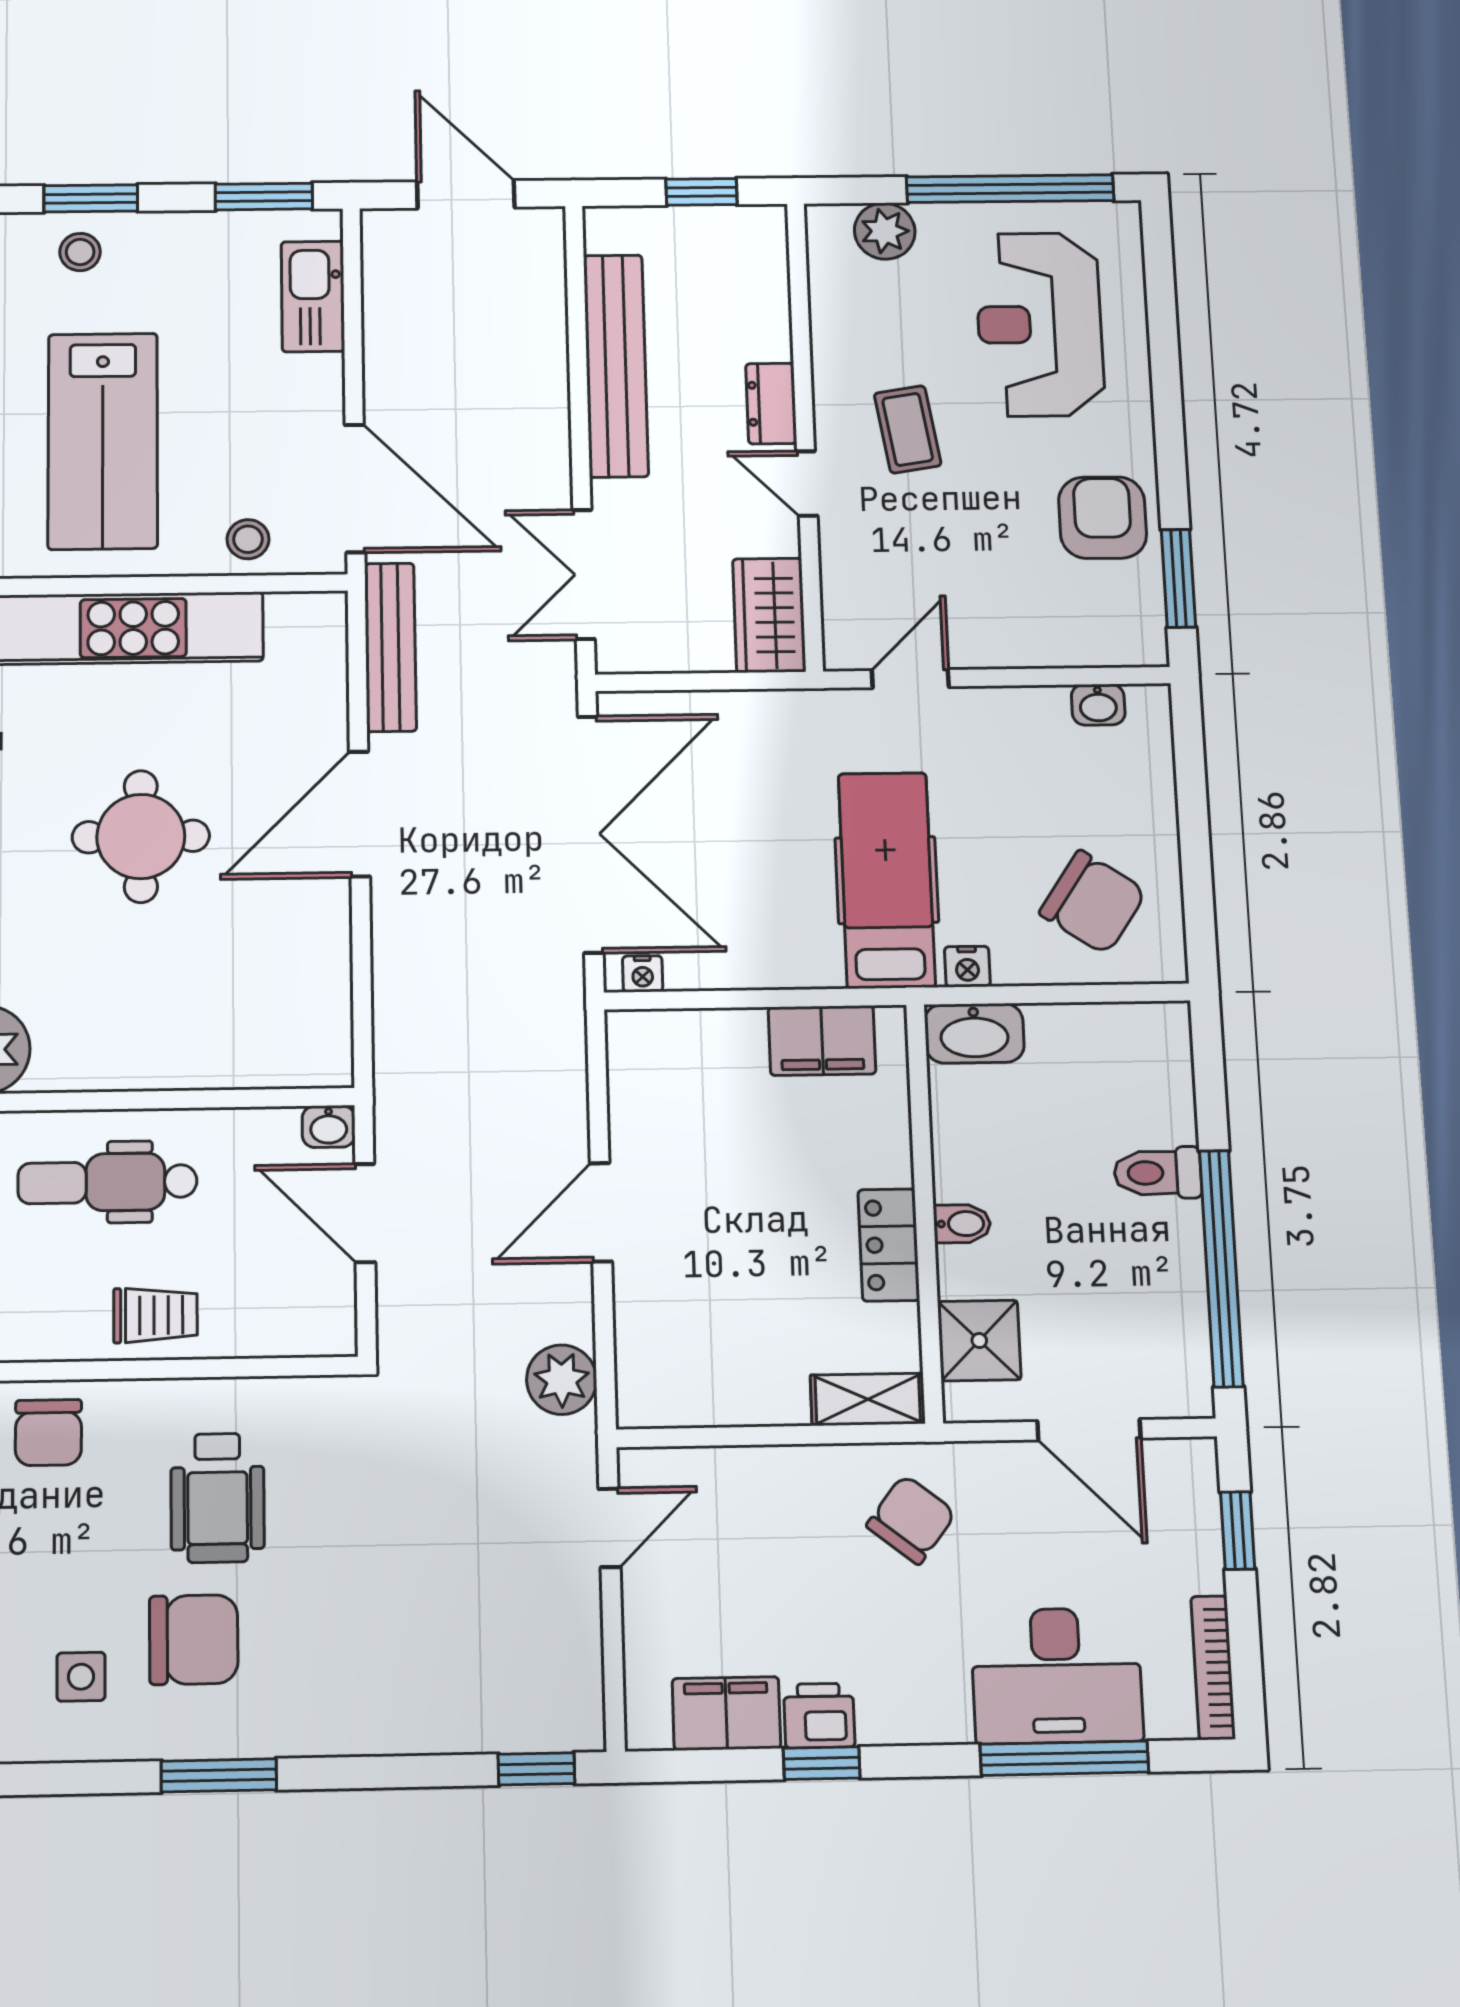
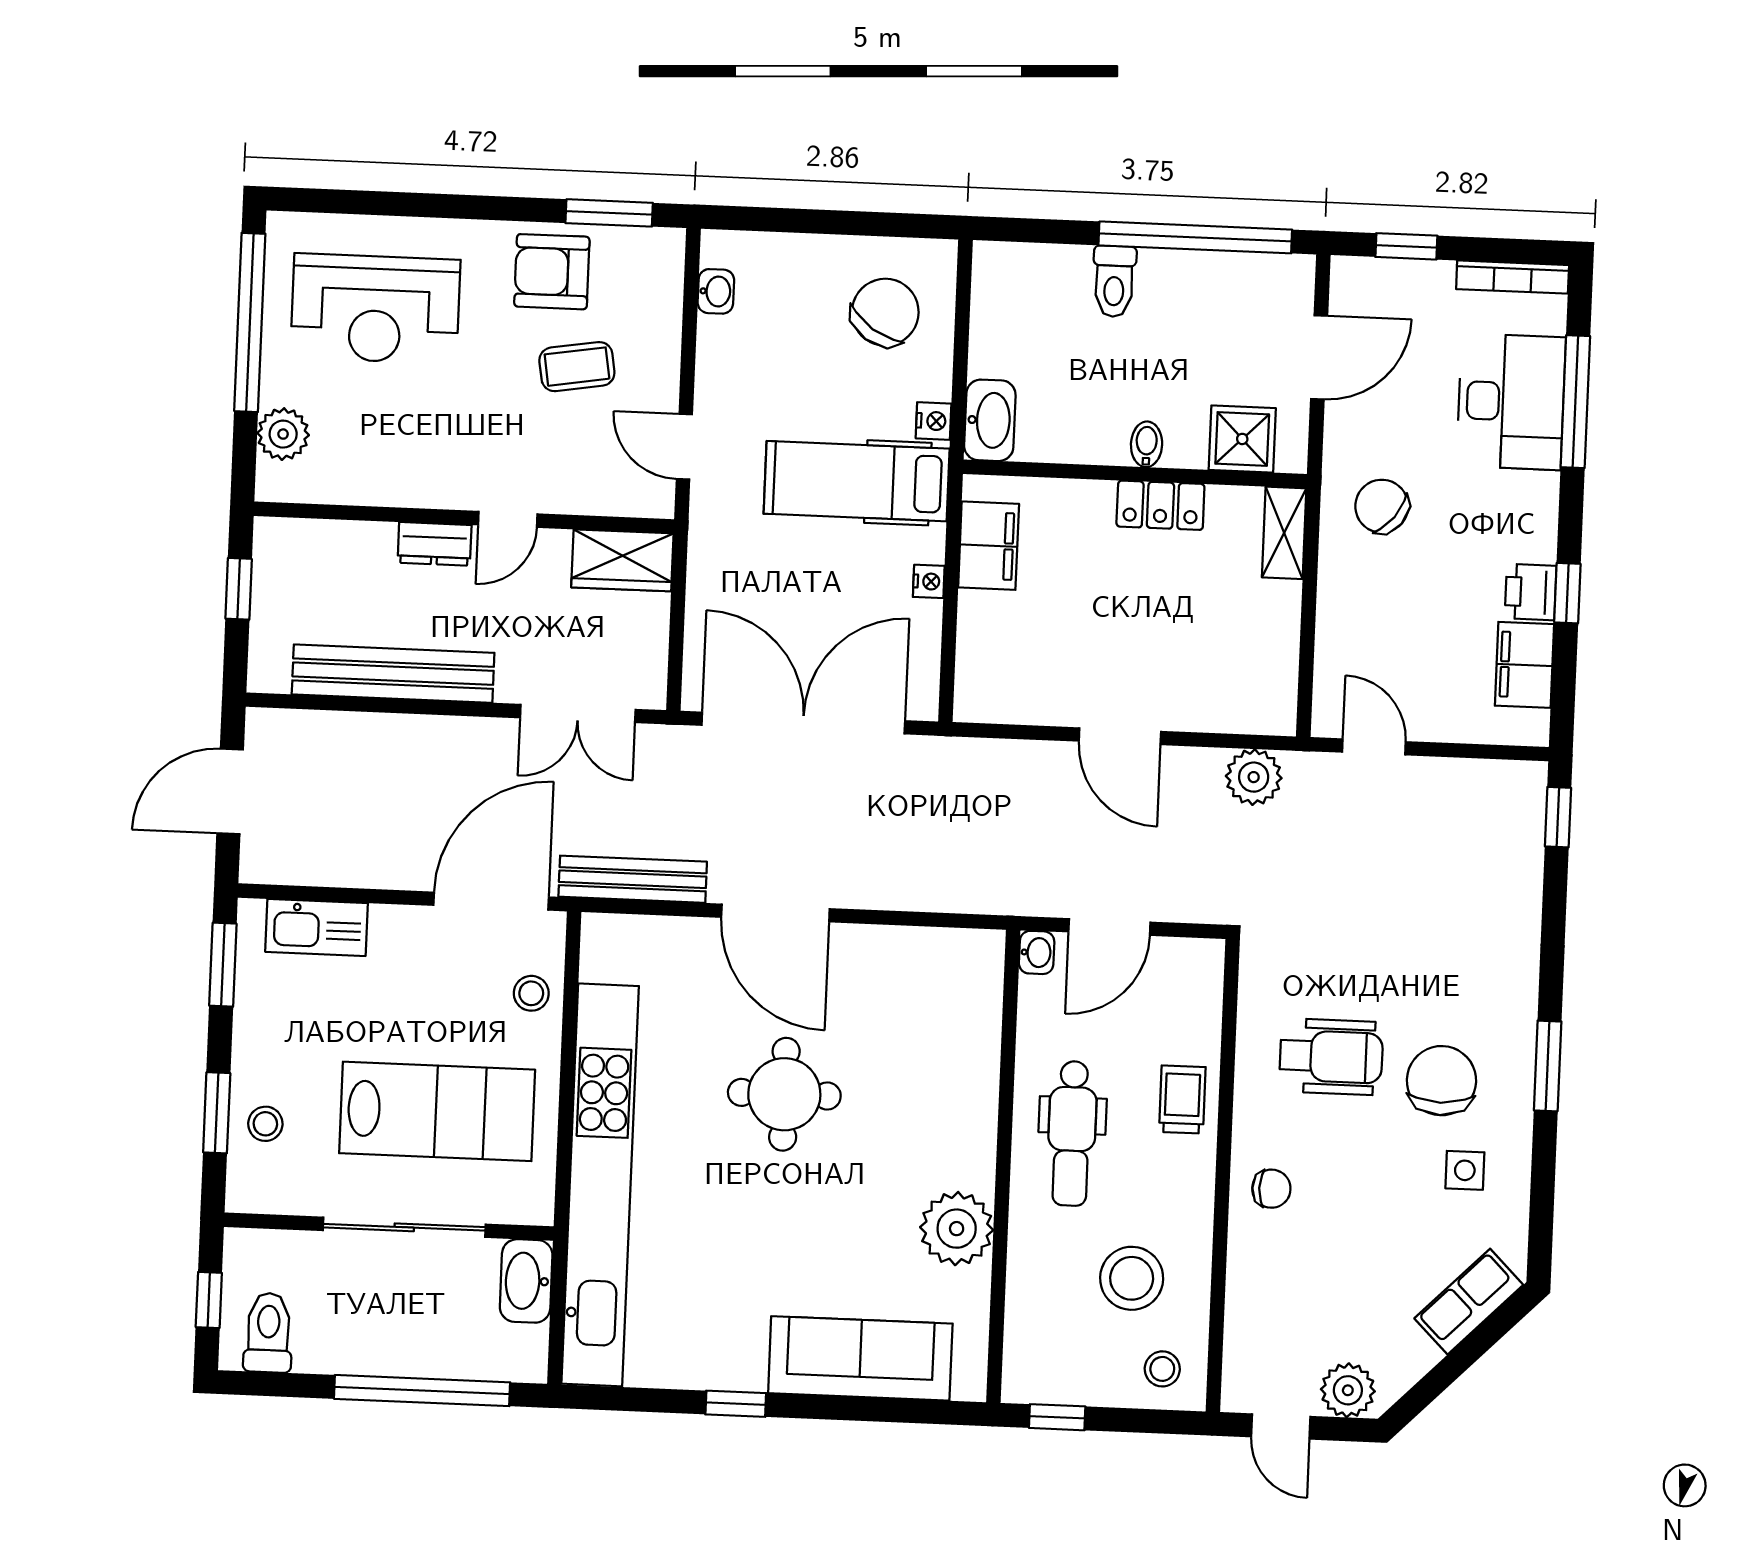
coffee table: (908, 429) -> (577, 367), moved
nightstand: (643, 974) -> (929, 581), moved
chair: (48, 1433) -> (1271, 1189), width x0.73, depth x0.73

